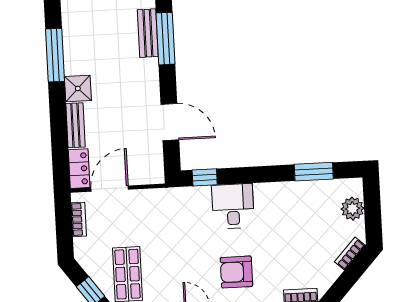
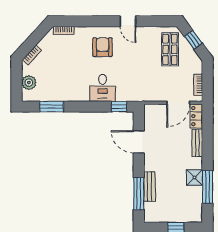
bench: (148, 33) -> (150, 187), moved
shower: (78, 88) -> (195, 178), moved
armchair: (236, 272) -> (103, 47), turned -90

